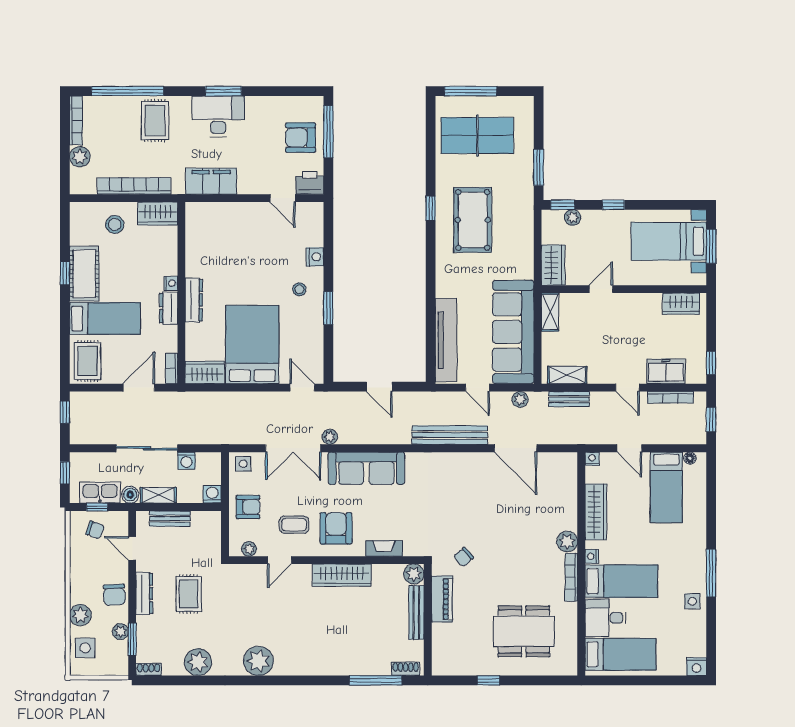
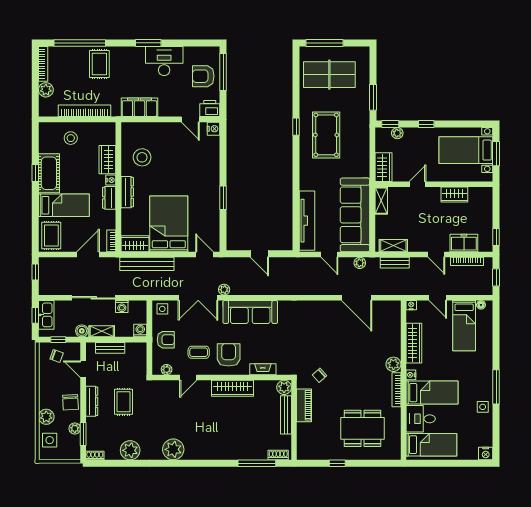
desk: (218, 116) -> (164, 61), moved
wardrobe: (158, 213) -> (107, 160), moved, turned 90
nightstand: (315, 257) -> (213, 129), moved
stool: (299, 289) -> (142, 157), moved, width x1.89, depth x1.89
wardrobe: (681, 304) -> (454, 195), moved
bench: (450, 435) -> (147, 264), moved
kitchen sink: (100, 493) -> (46, 315), moved, turned 90

